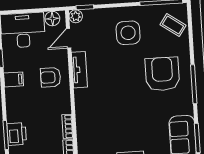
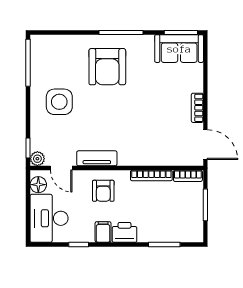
coffee table: (173, 25) -> (54, 51), removed
armchair: (162, 74) -> (107, 67), turned -90
bookcase: (67, 126) -> (151, 175), width x1.56
printer: (17, 134) -> (124, 232), moved

